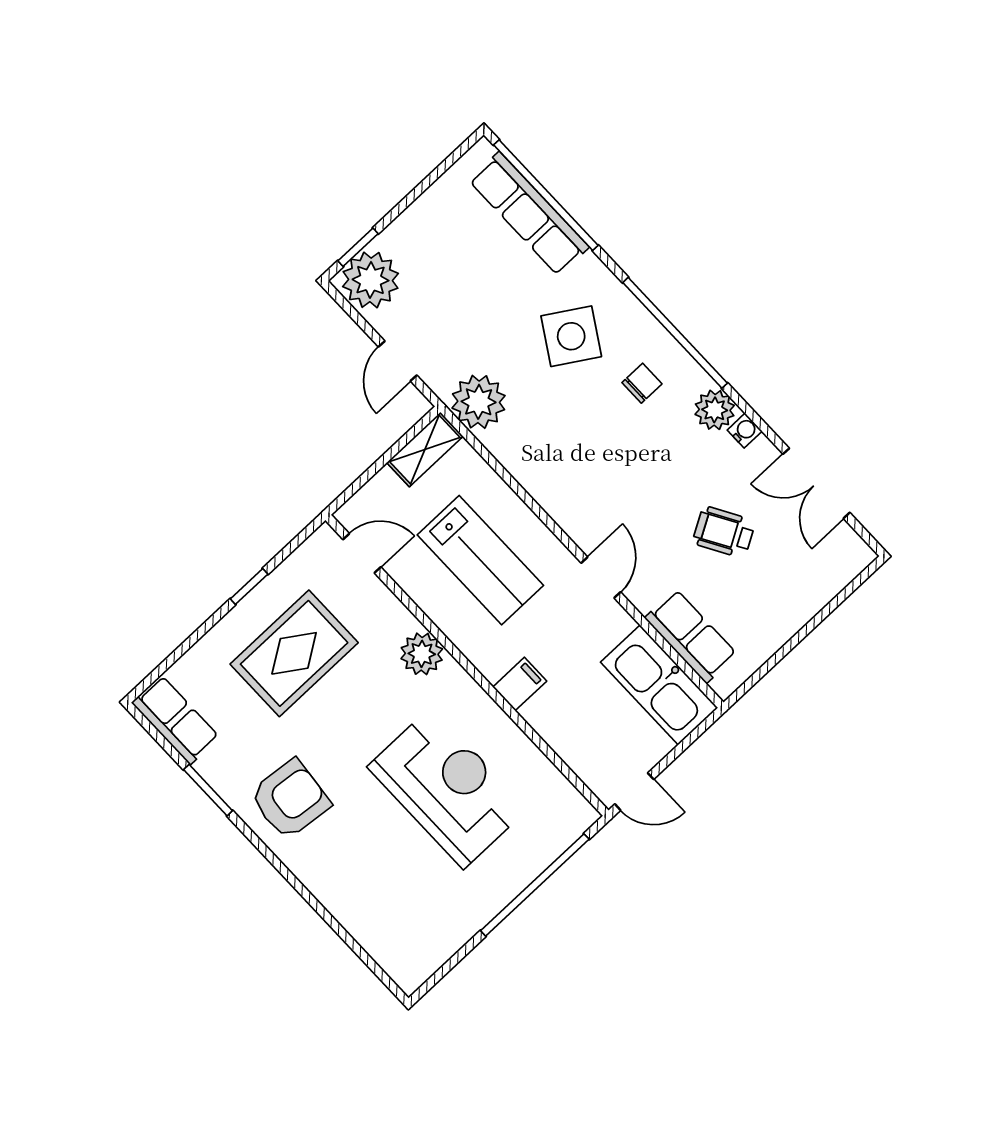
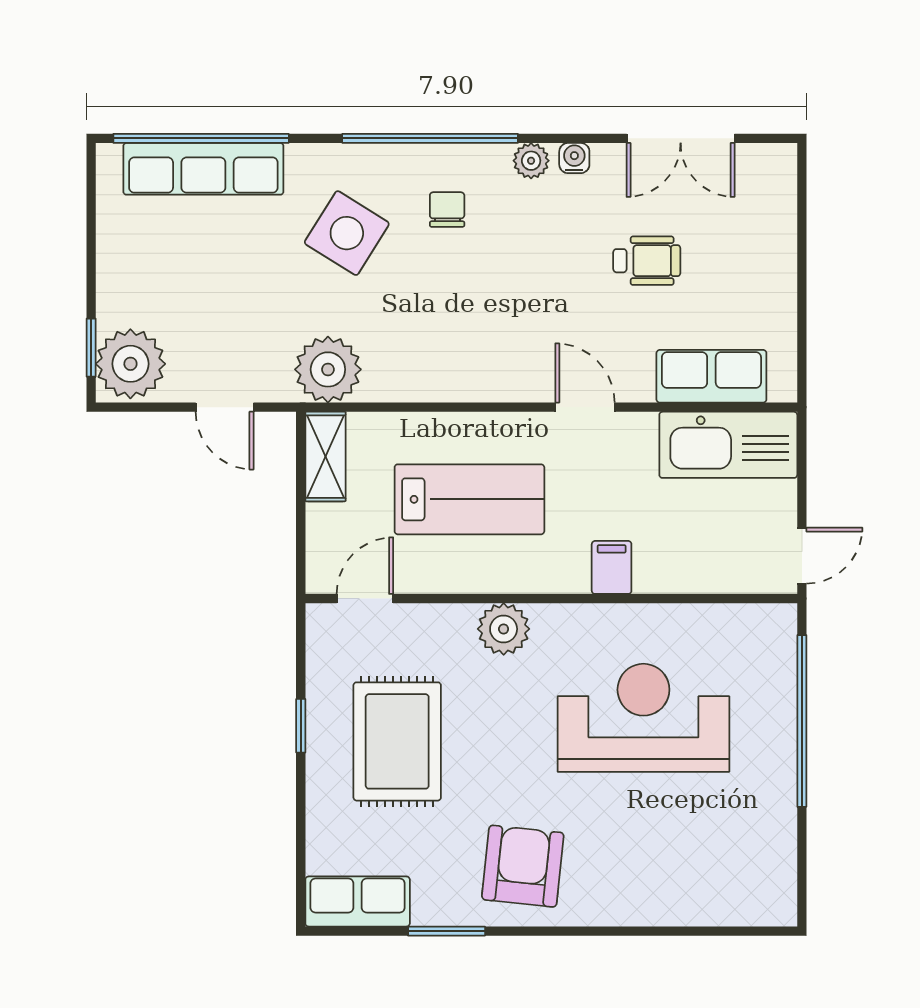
plant: (715, 410) -> (531, 161), width x0.73, depth x0.73
wheelchair: (724, 532) -> (647, 261), turned -150

